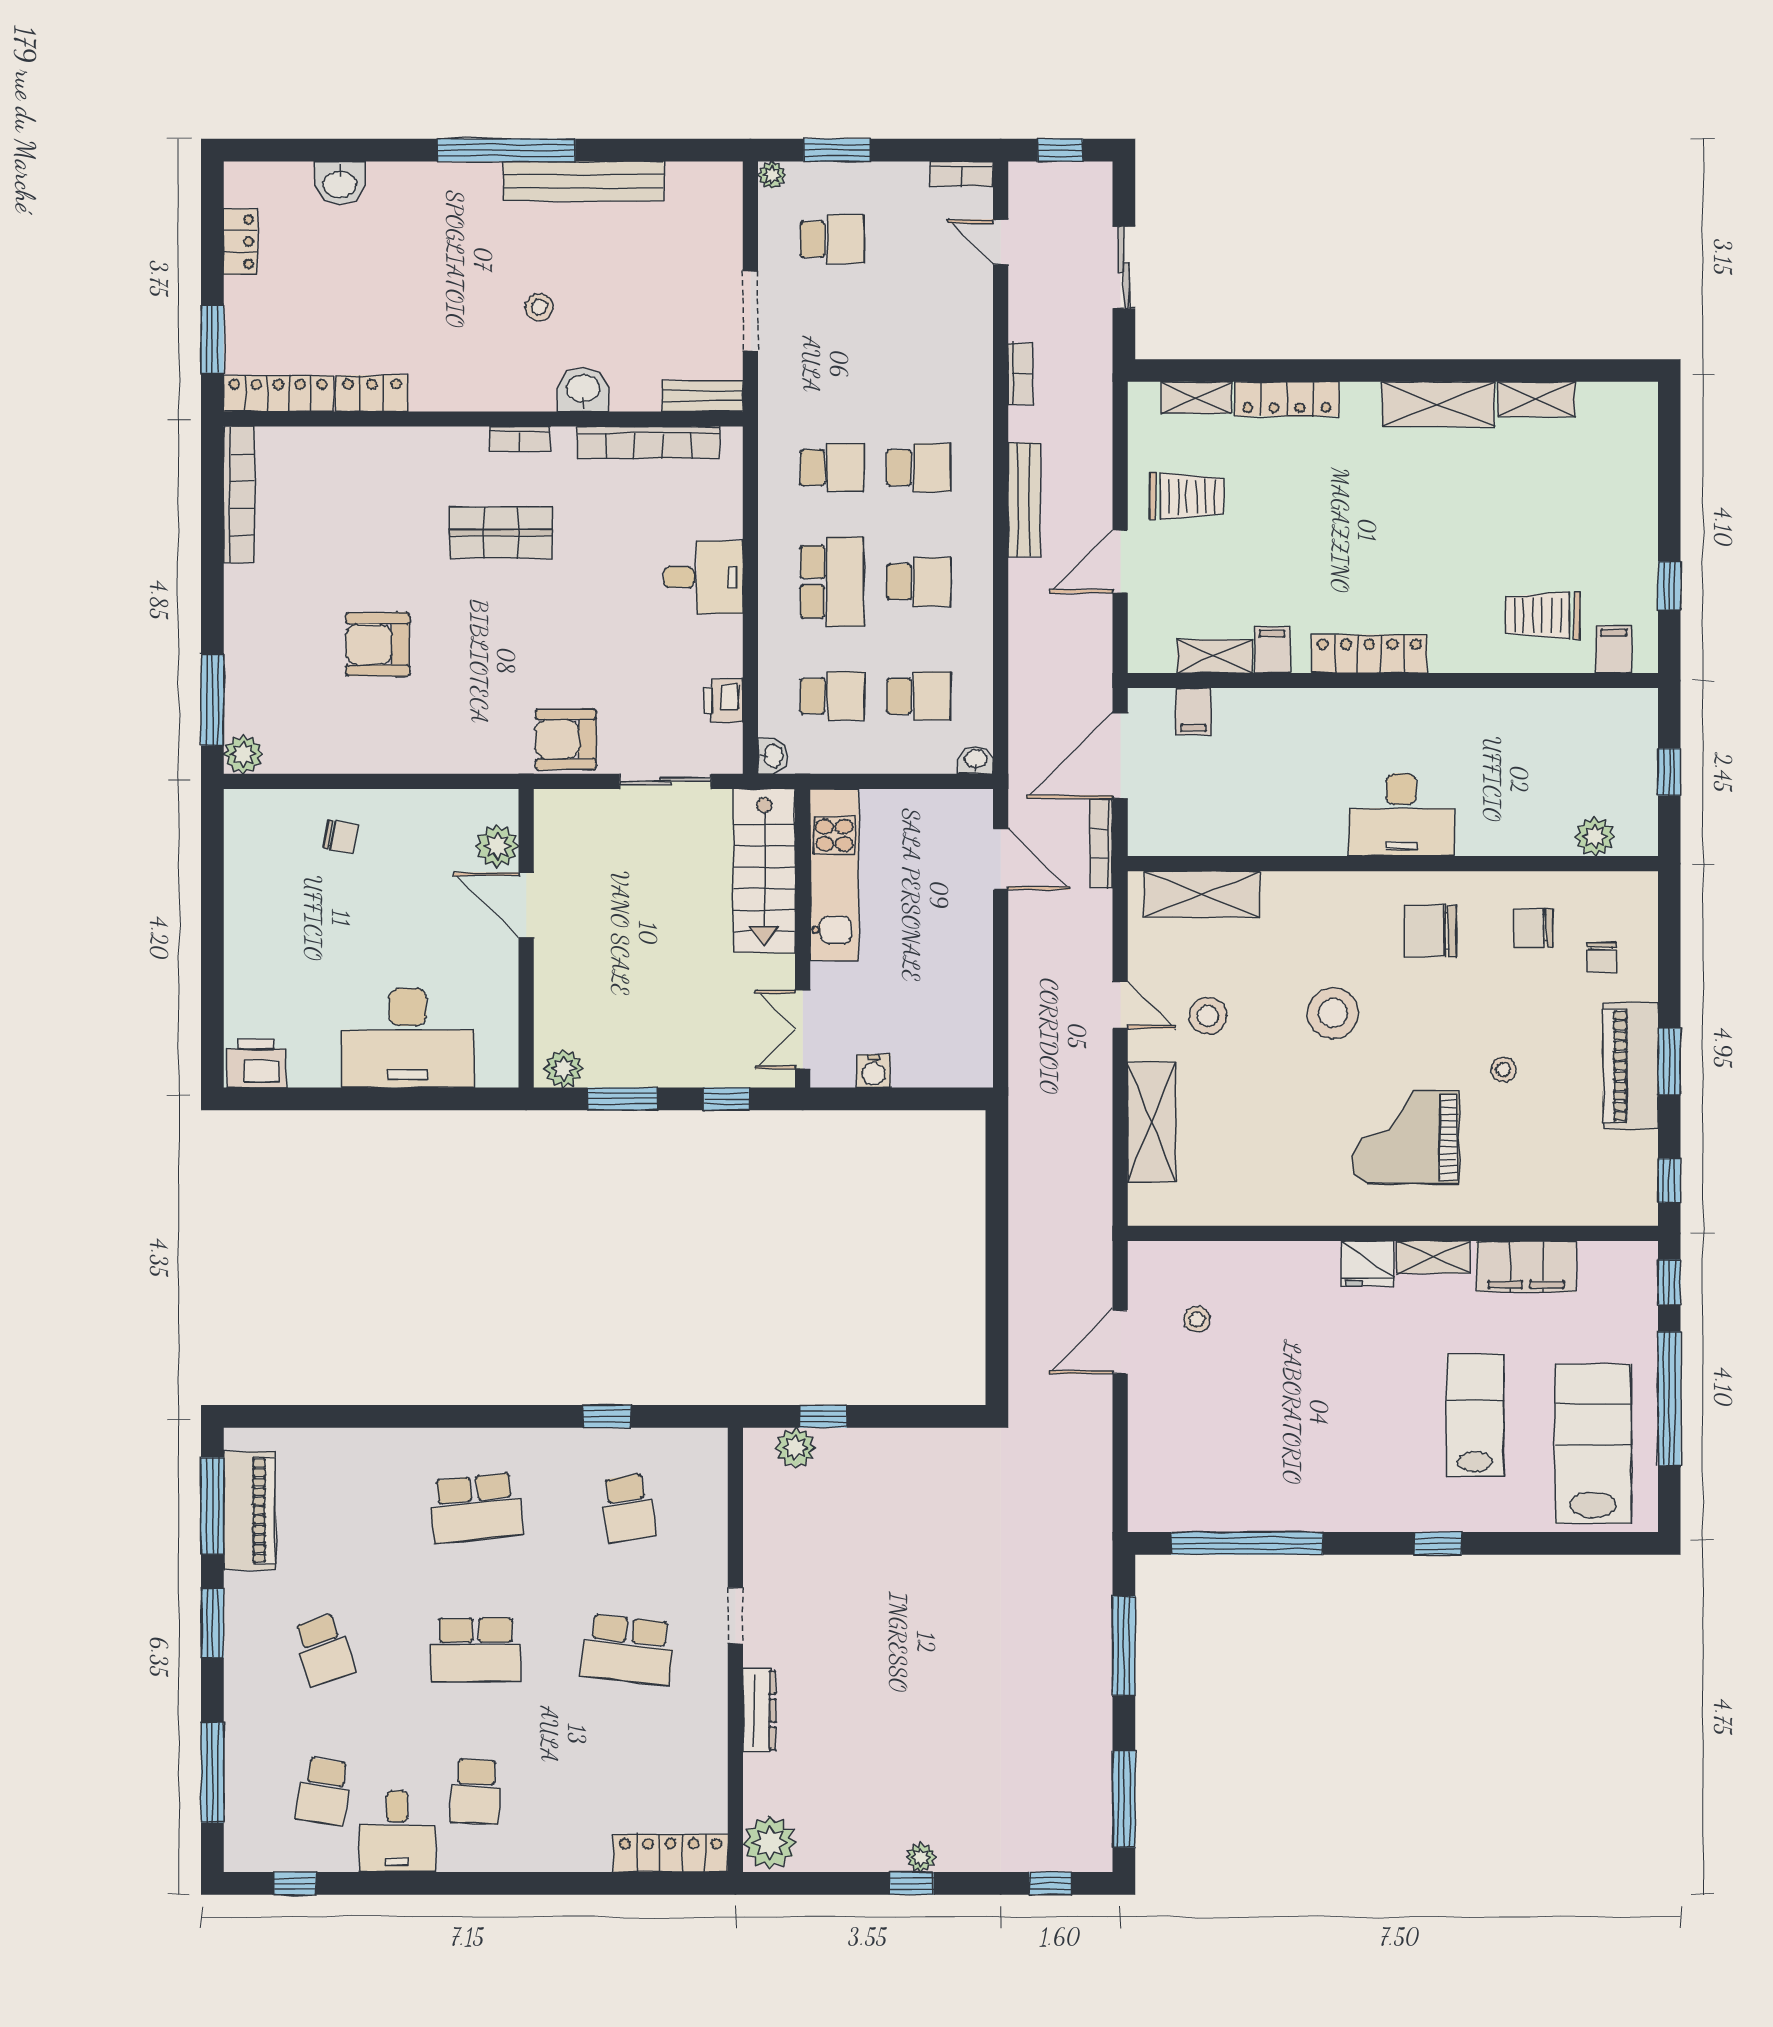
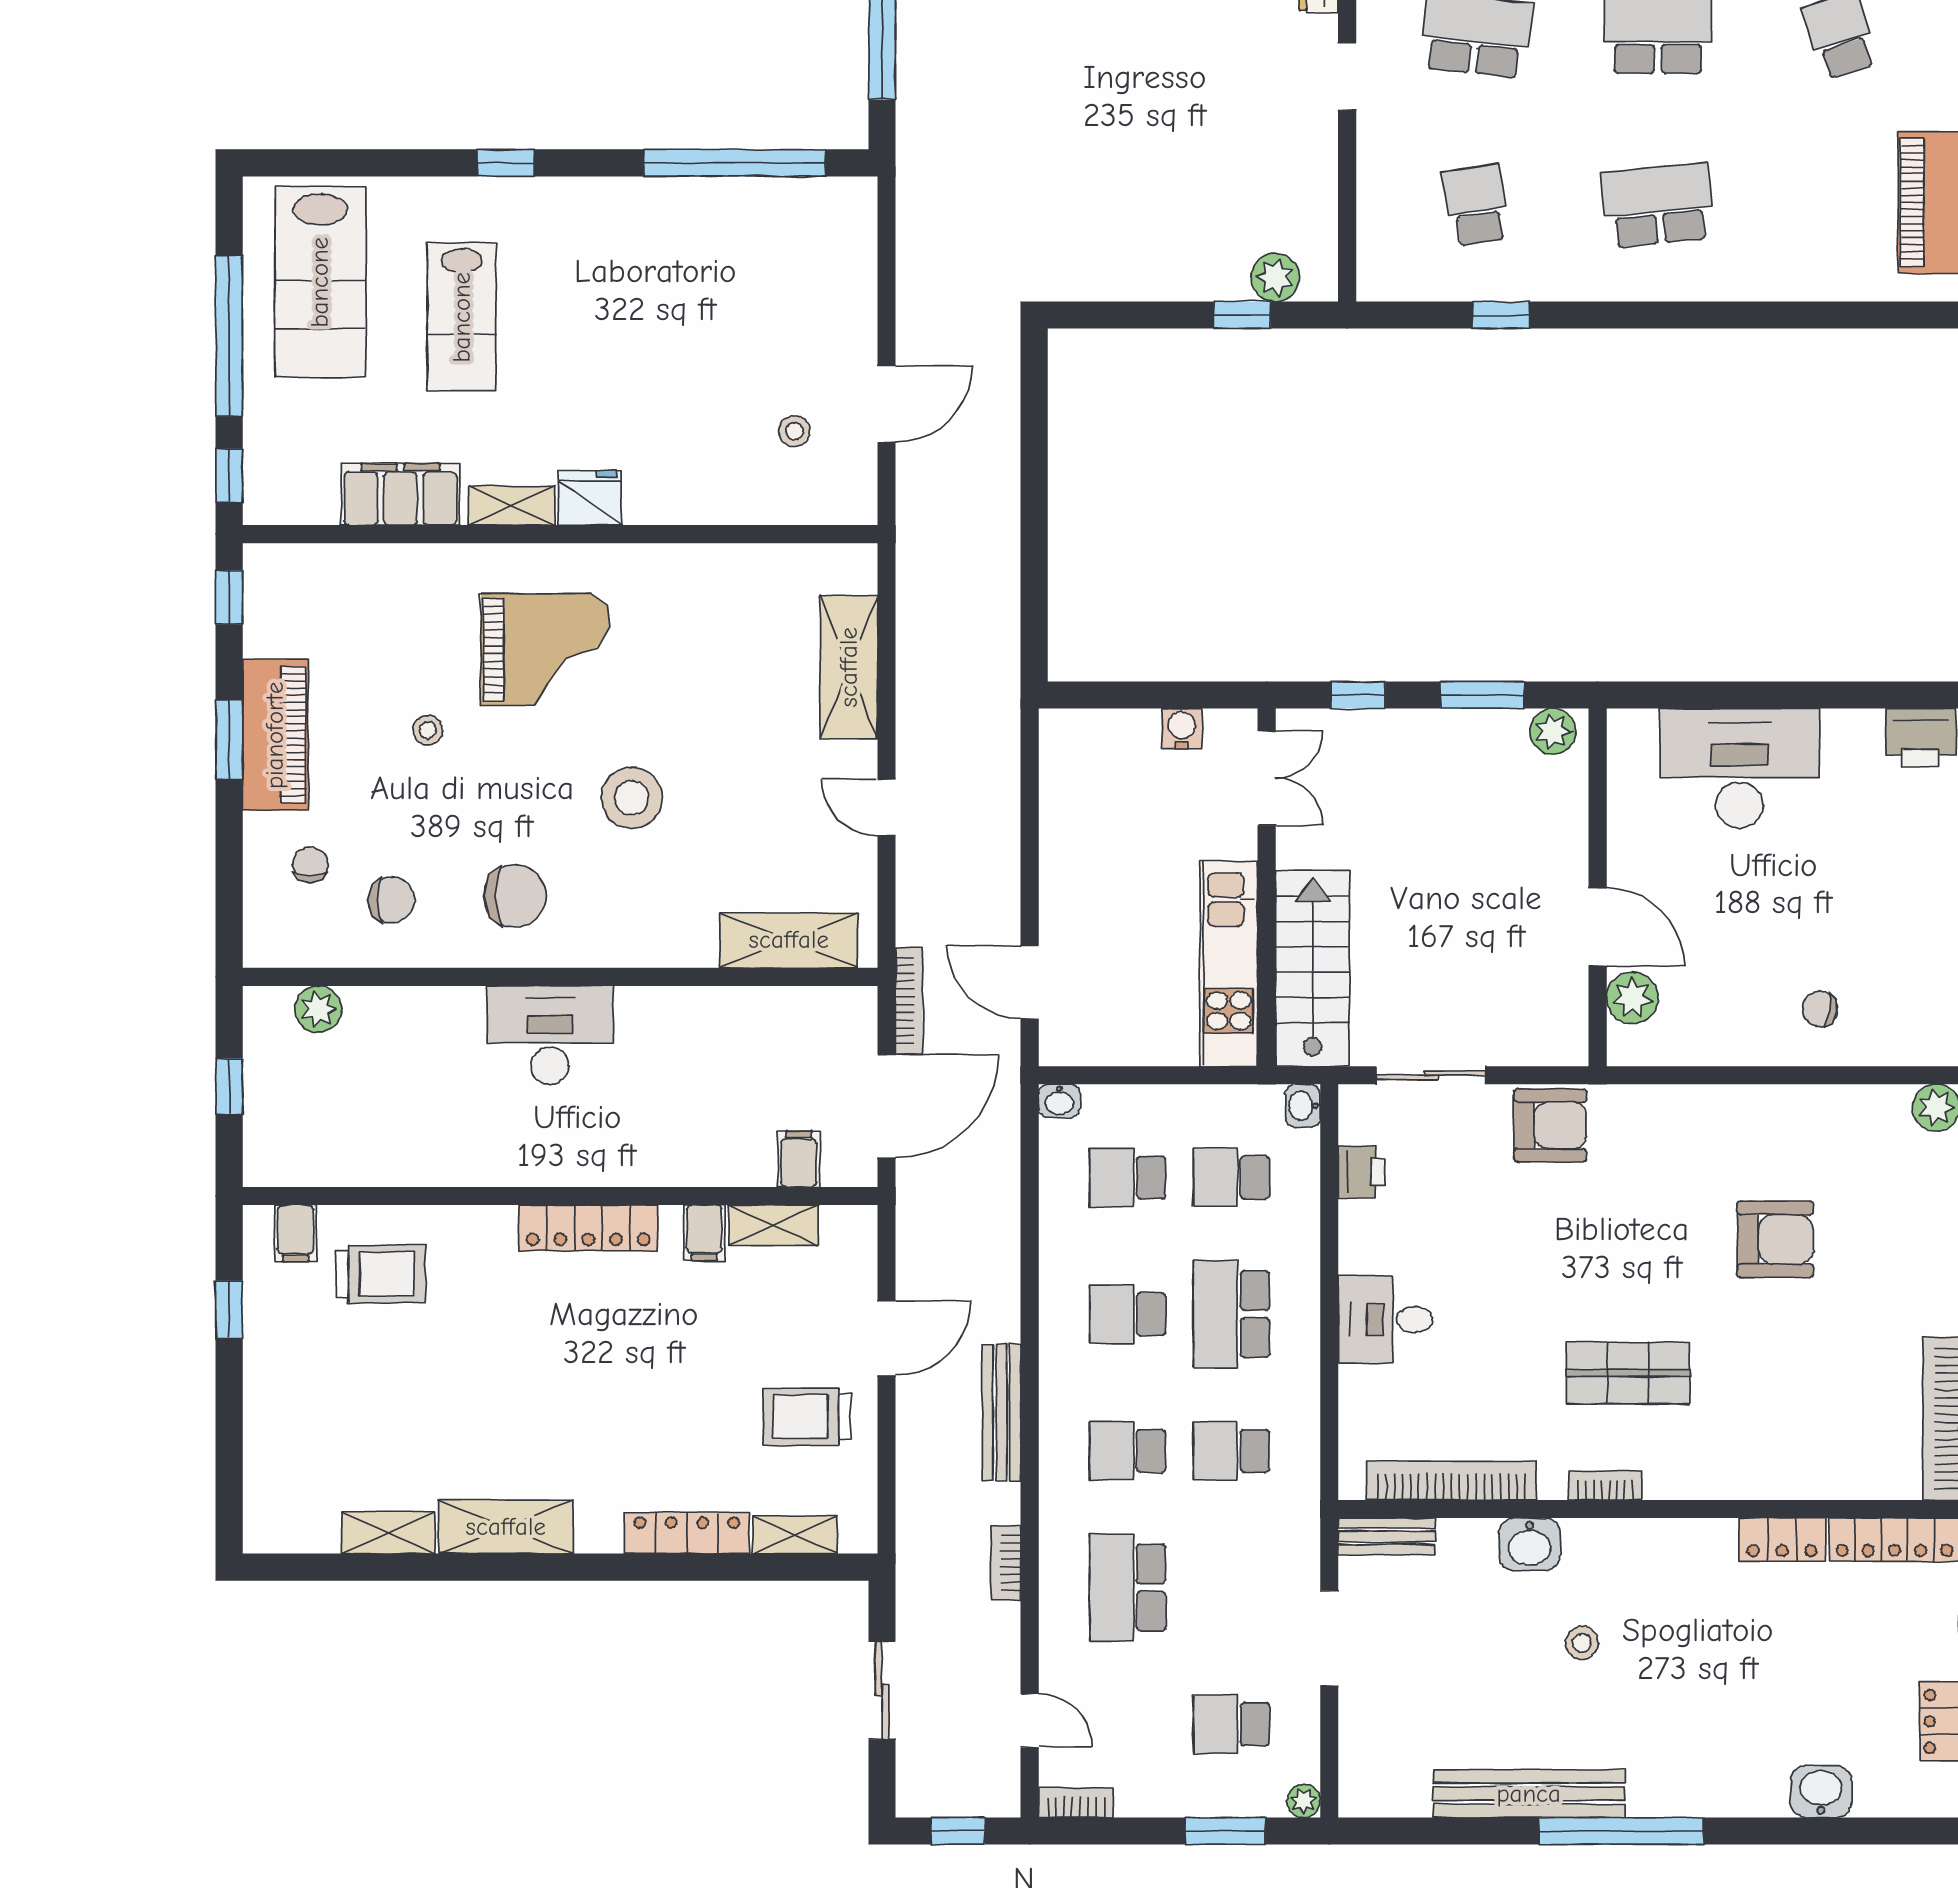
school desk: (919, 353) -> (1128, 1588), added
stool: (1208, 1016) -> (782, 794), removed

